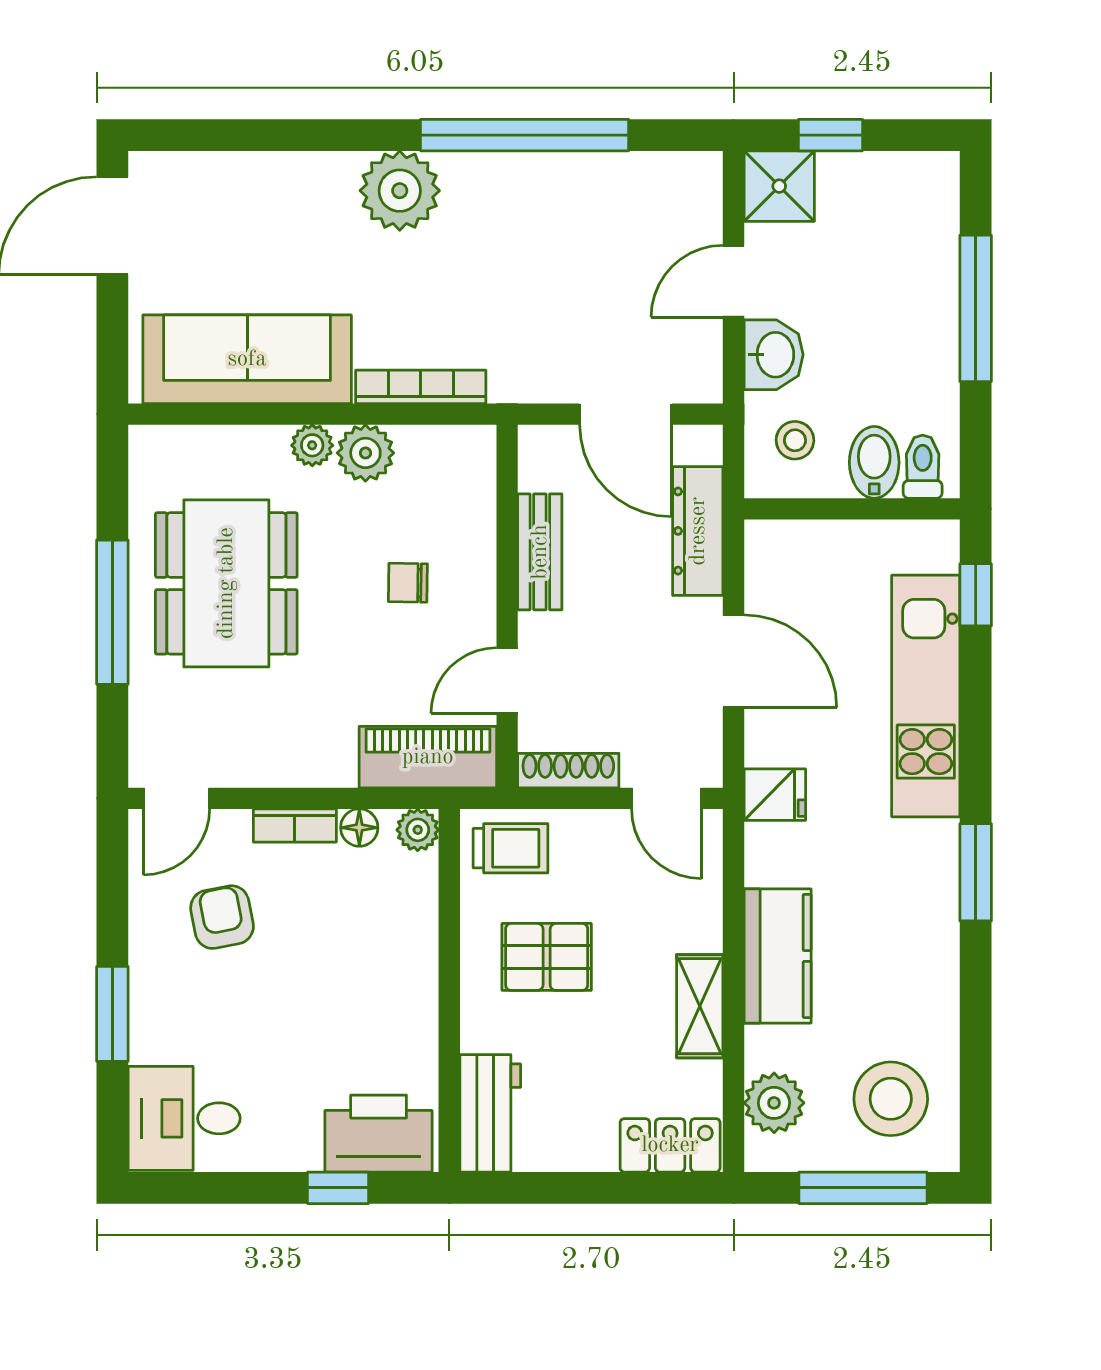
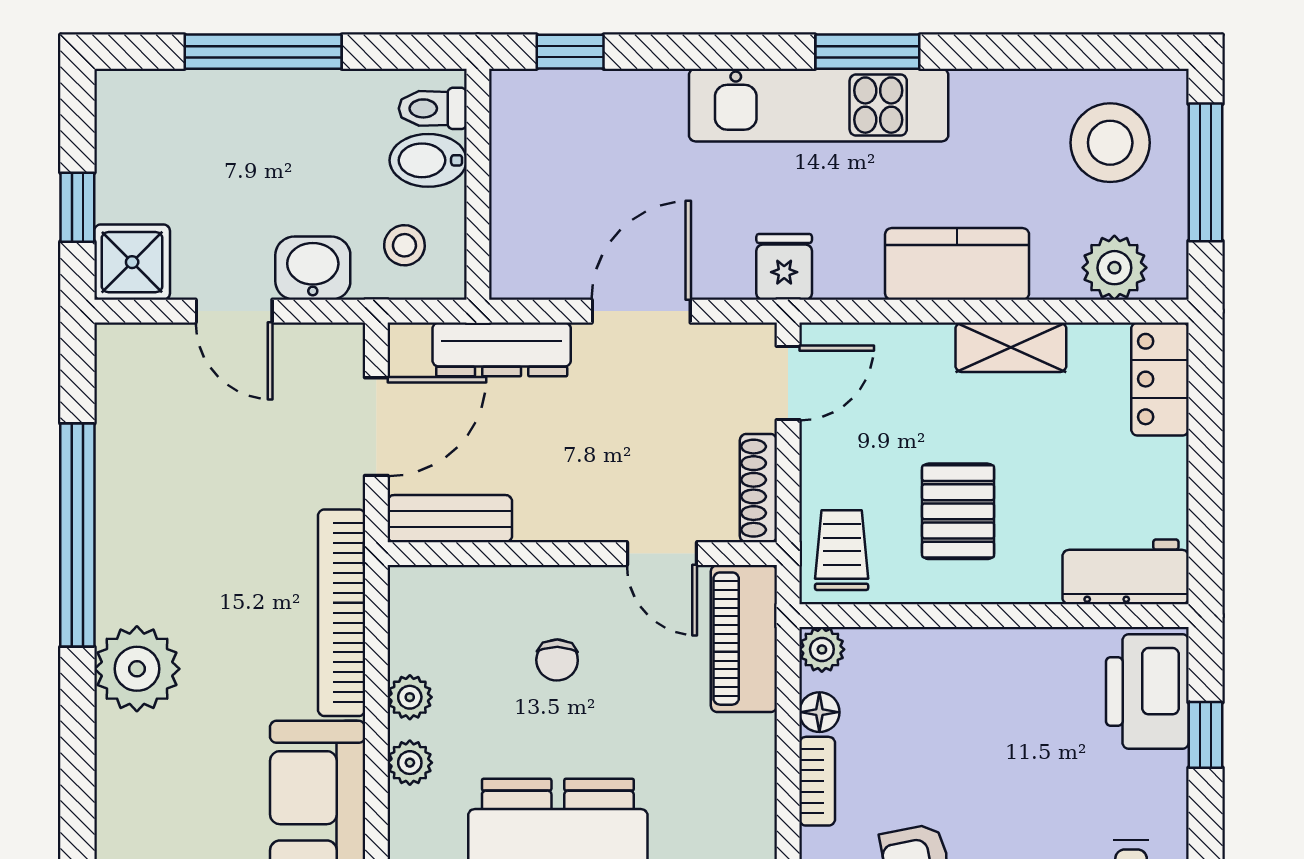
bookcase: (421, 387) -> (342, 613), width x1.48, depth x1.31
plant: (365, 453) -> (410, 697), width x0.73, depth x0.73
bench: (540, 552) -> (450, 519), moved
kitchen unit: (926, 696) -> (819, 105), moved

